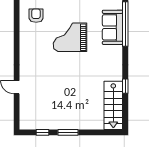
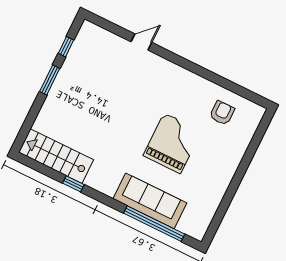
armchair: (36, 16) -> (222, 113), turned -90
sofa: (112, 27) -> (150, 201), width x1.36

